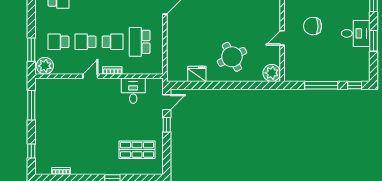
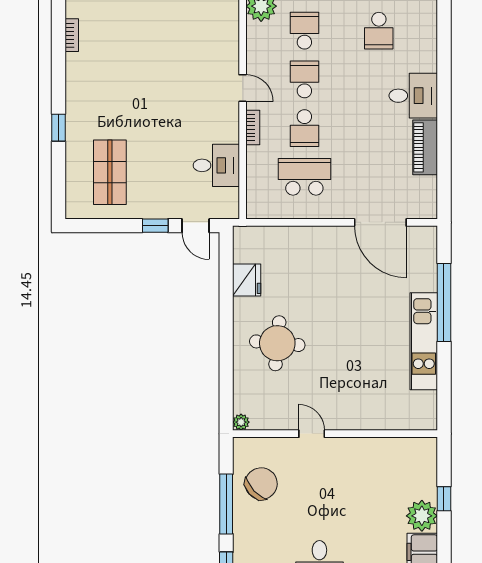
chair: (313, 26) -> (261, 484), moved, turned 47
round table: (232, 57) -> (277, 343), turned 32
plant: (272, 73) -> (241, 422), width x0.53, depth x0.53

